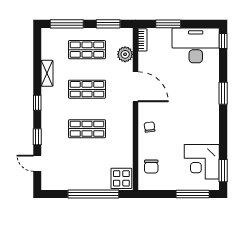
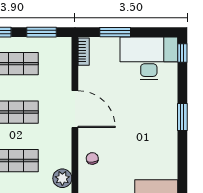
plant: (125, 54) -> (62, 178), moved

